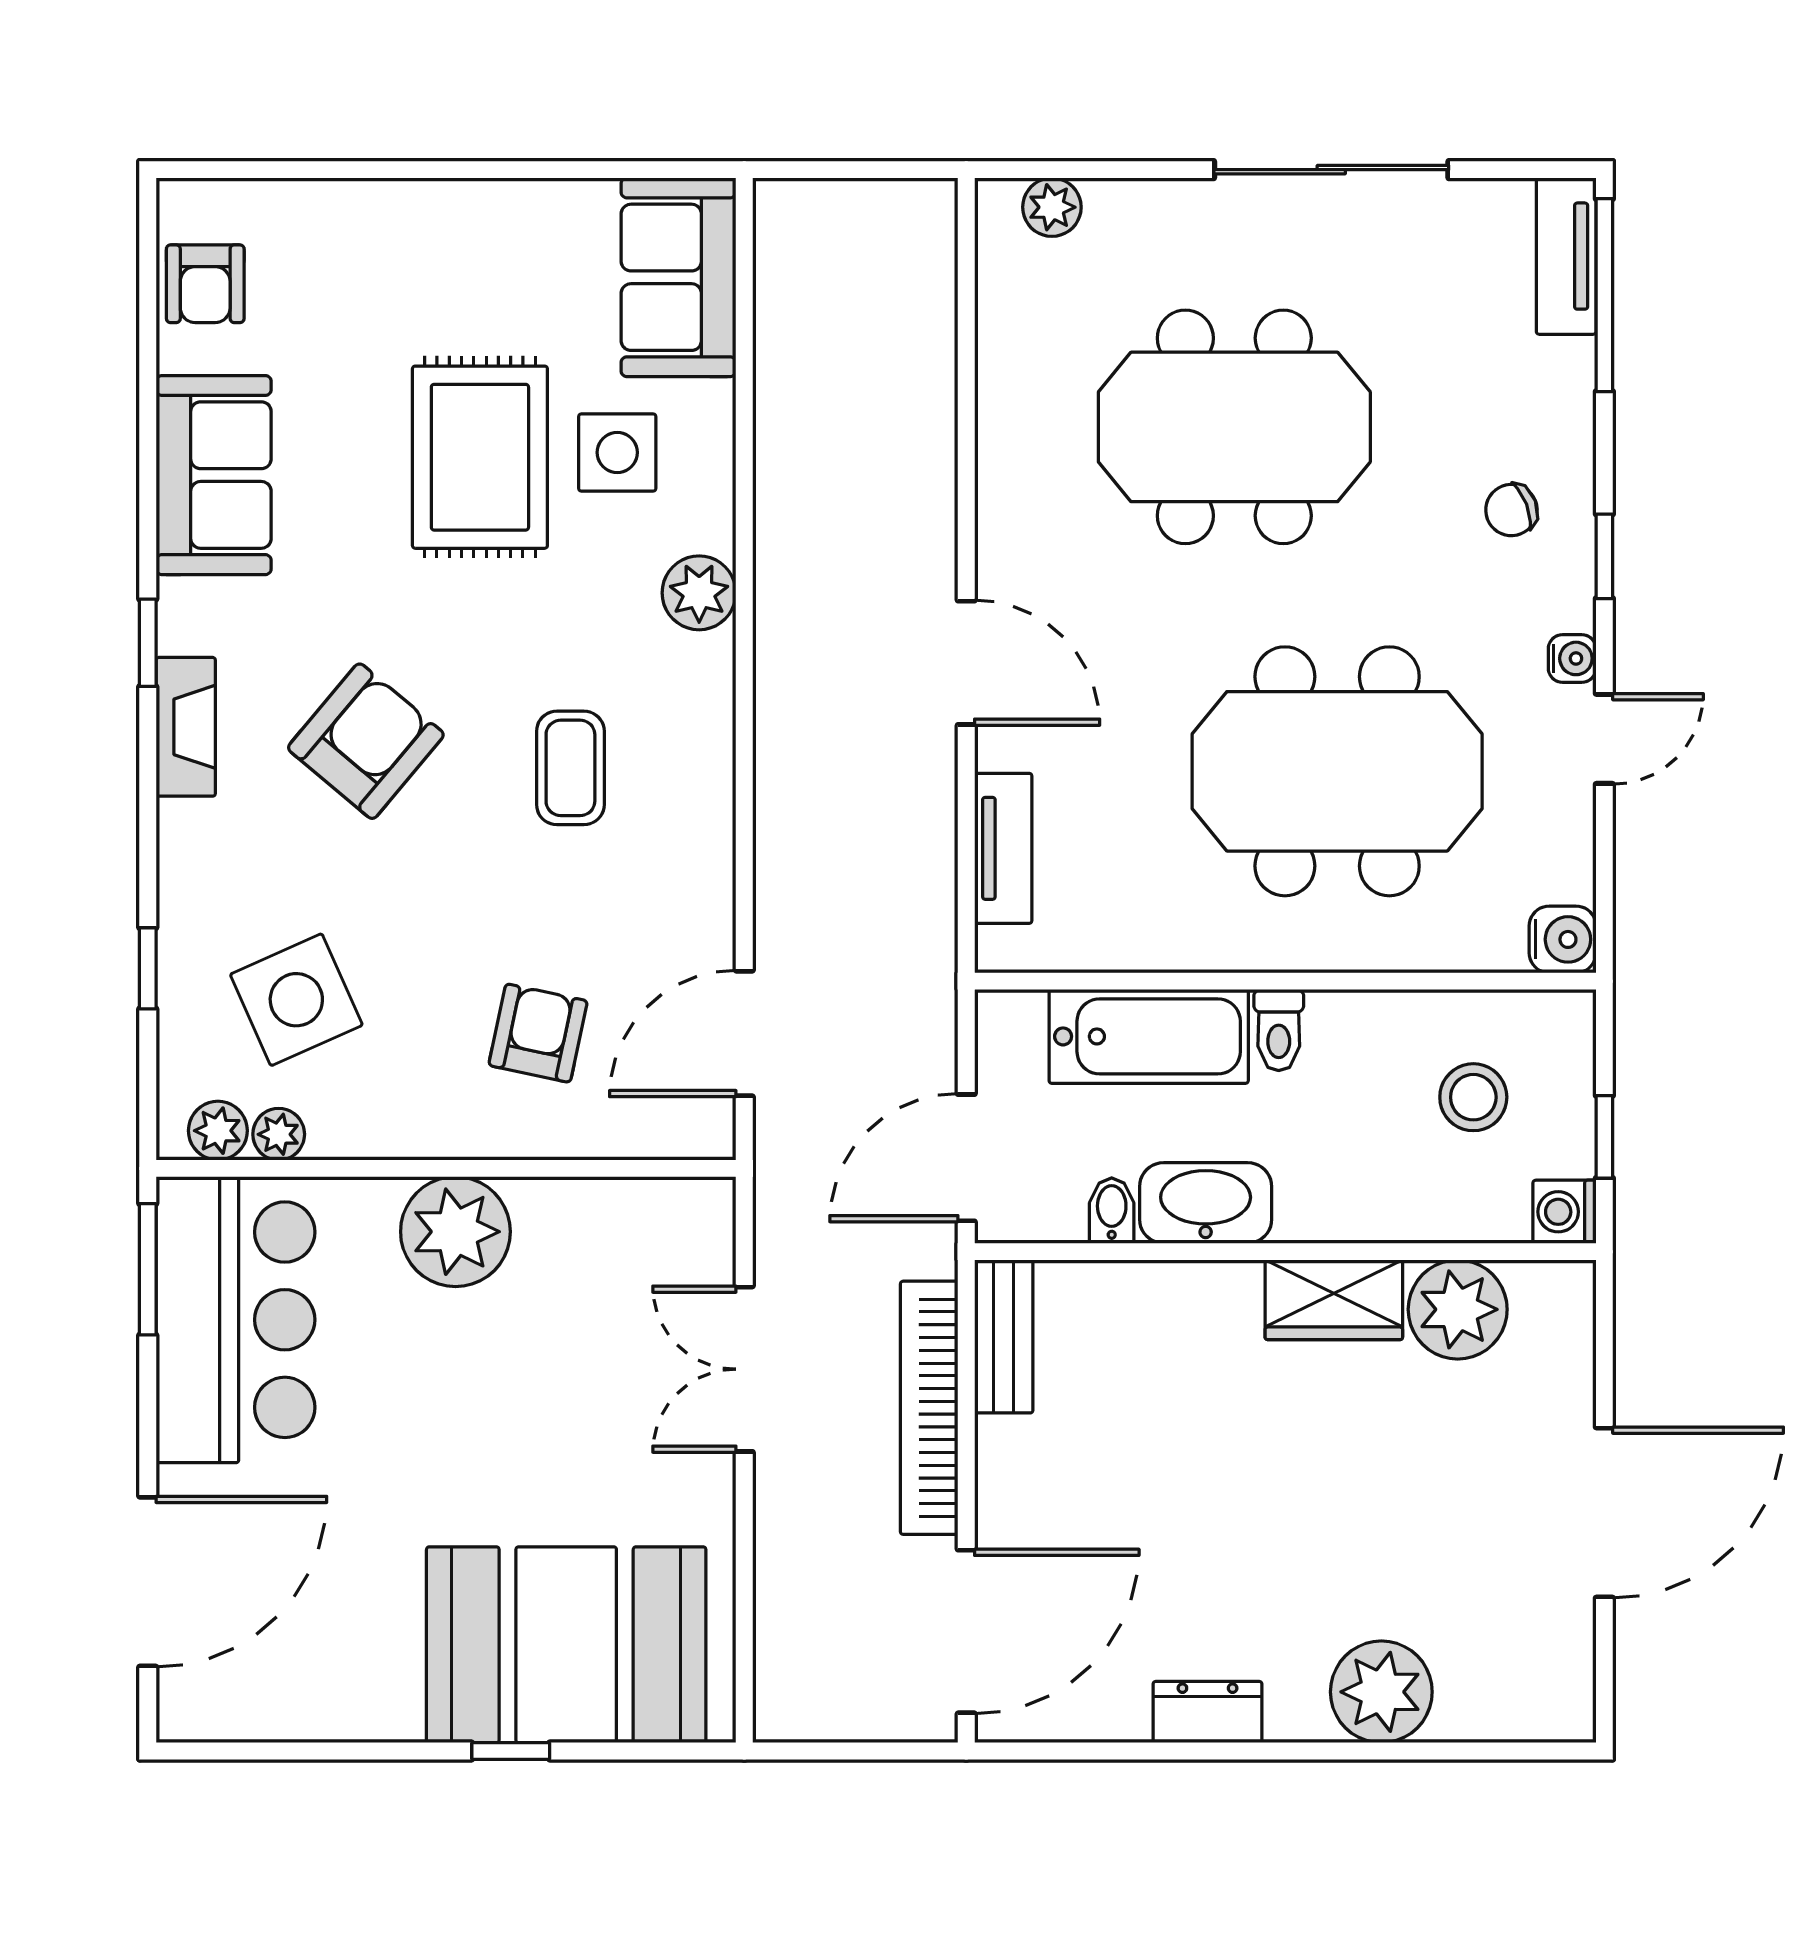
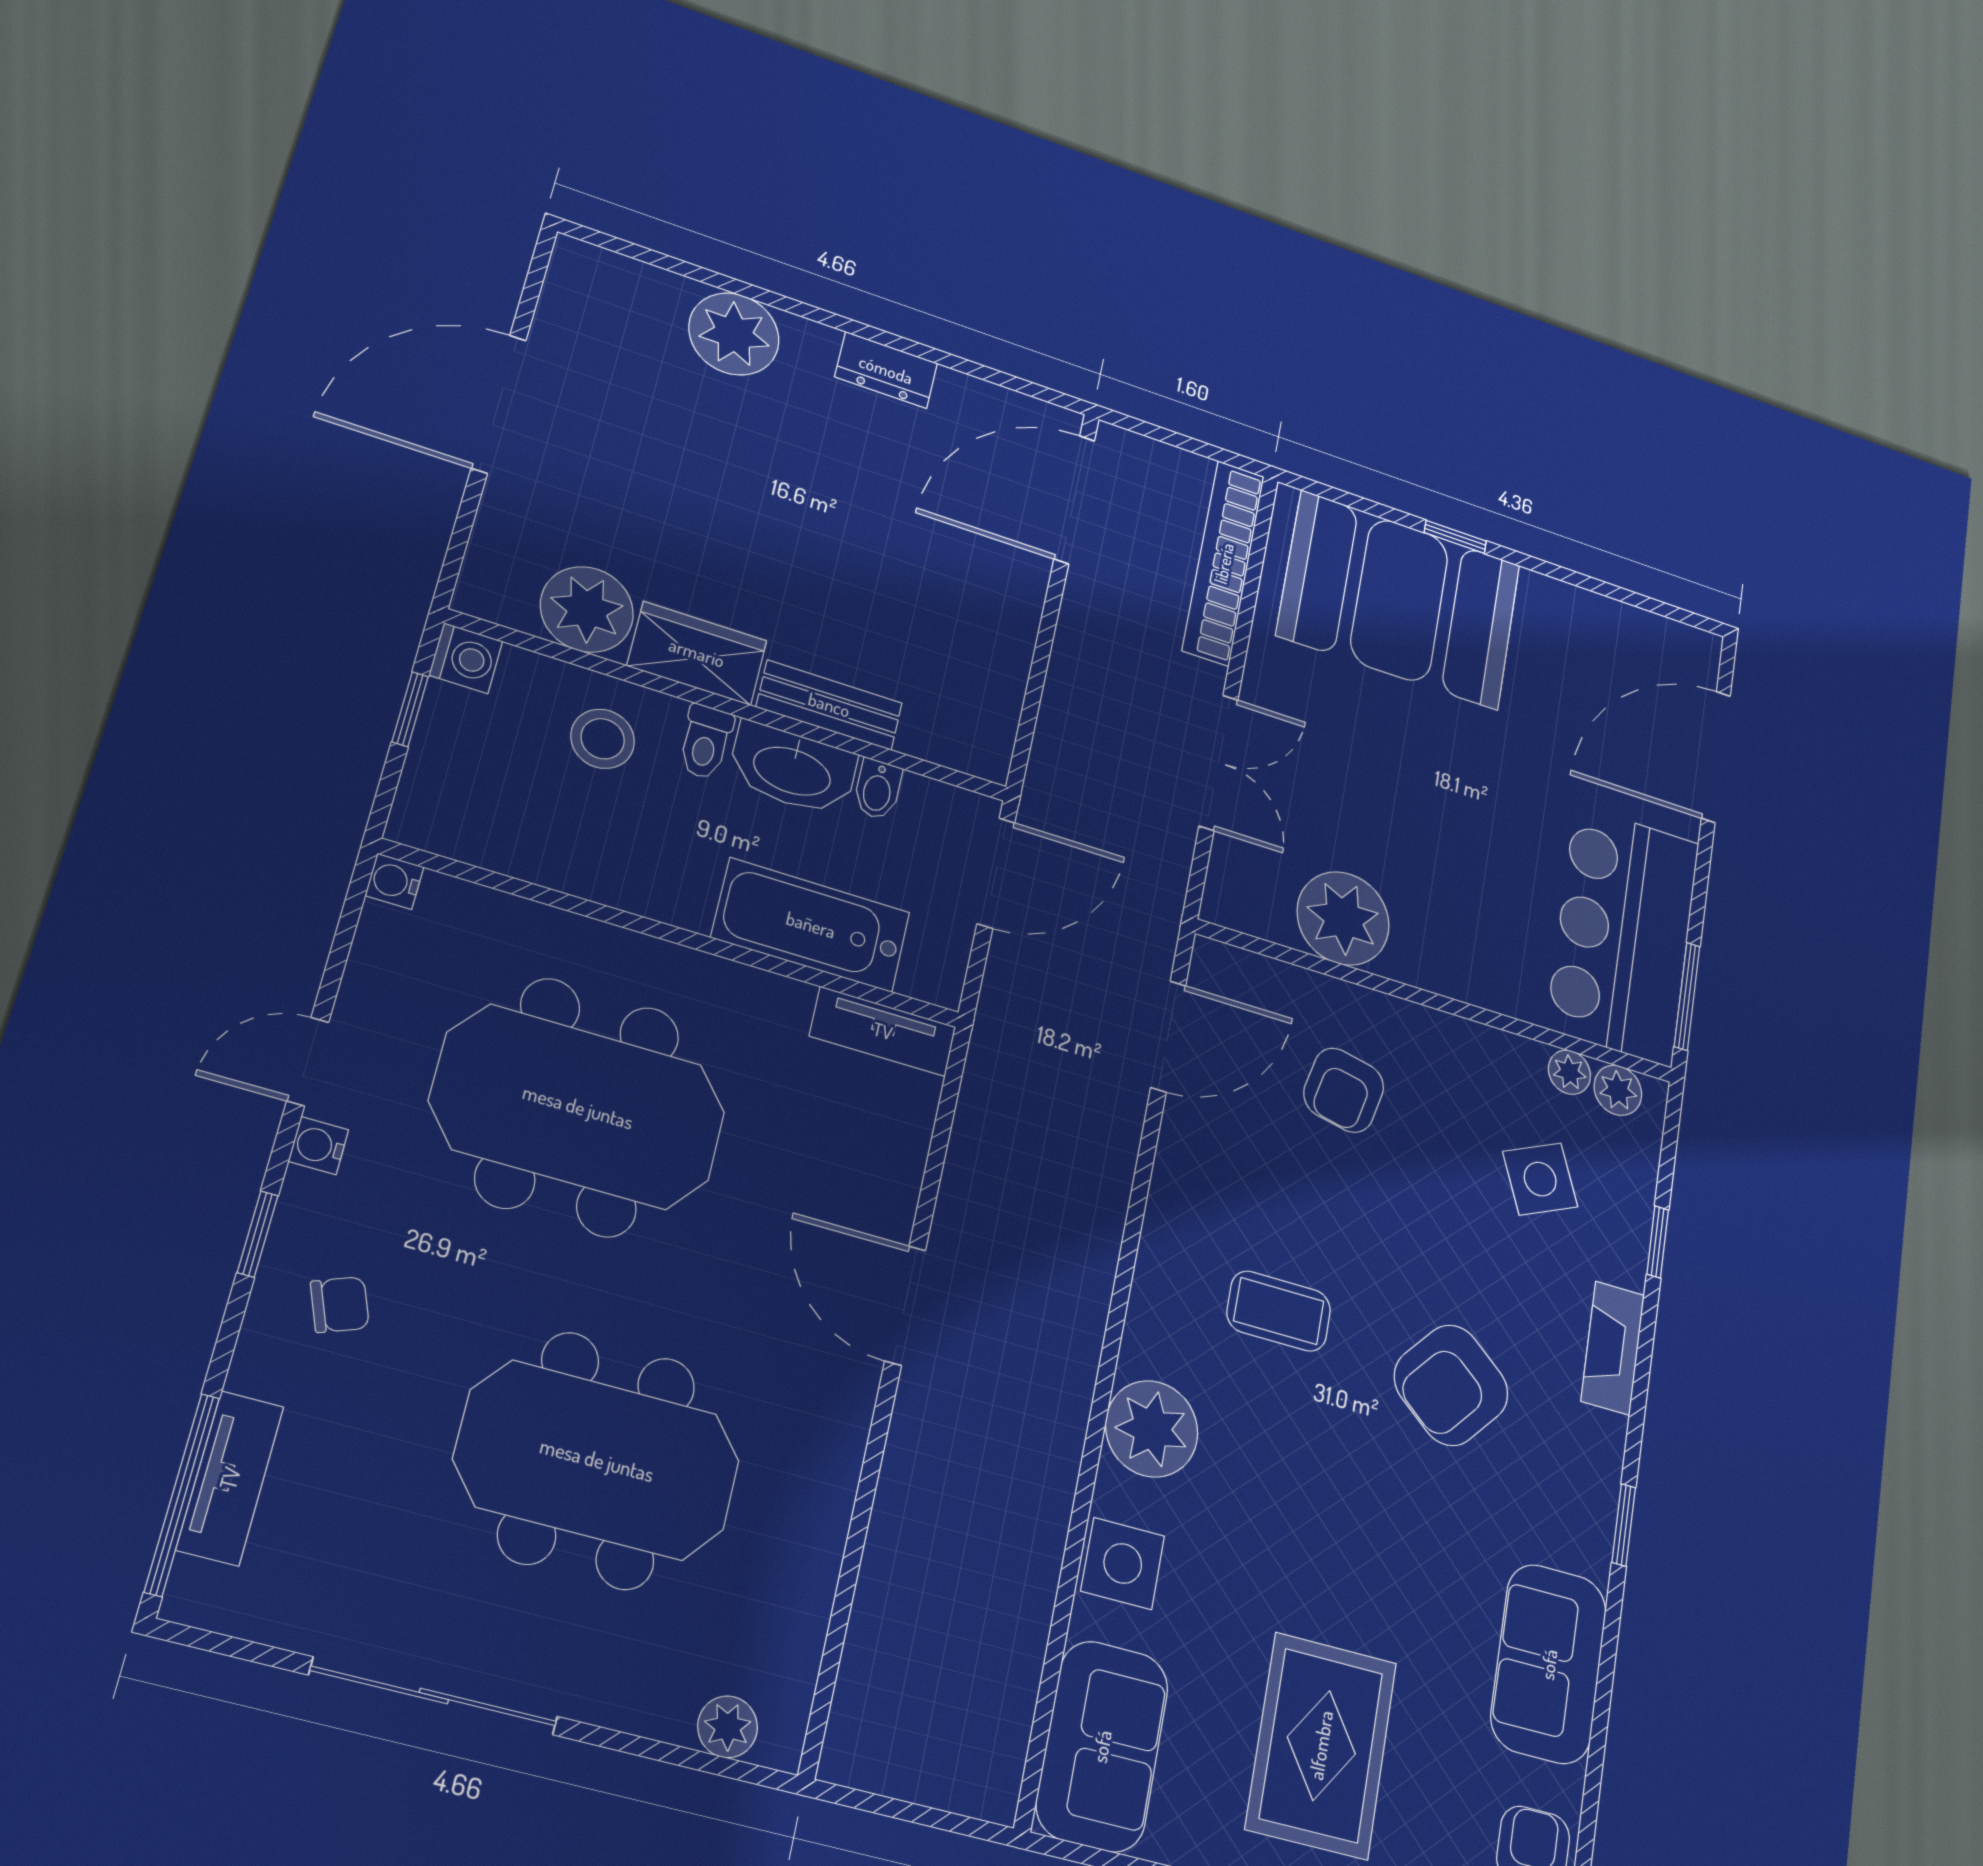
tv unit: (1566, 256) -> (230, 1478), moved
side table: (617, 452) -> (1123, 1563), moved
rug: (480, 457) -> (1321, 1745), moved
plant: (699, 593) -> (1152, 1429), width x1.36, depth x1.36
fireplace: (186, 727) -> (1613, 1348), moved
coffee table: (570, 768) -> (1279, 1311), turned 90
tv unit: (1003, 848) -> (883, 1031), moved, turned -90
water cooler: (1563, 939) -> (394, 881), width x0.72, depth x0.72
side table: (296, 1000) -> (1540, 1179), width x0.73, depth x0.73
toilet: (1279, 1030) -> (706, 742), moved, turned 180
stool: (1473, 1097) -> (603, 739), moved
plant: (455, 1232) -> (1343, 918), moved
bench: (1004, 1336) -> (829, 705), moved, turned 90
bookcase: (929, 1408) -> (1224, 563), moved, turned 180

